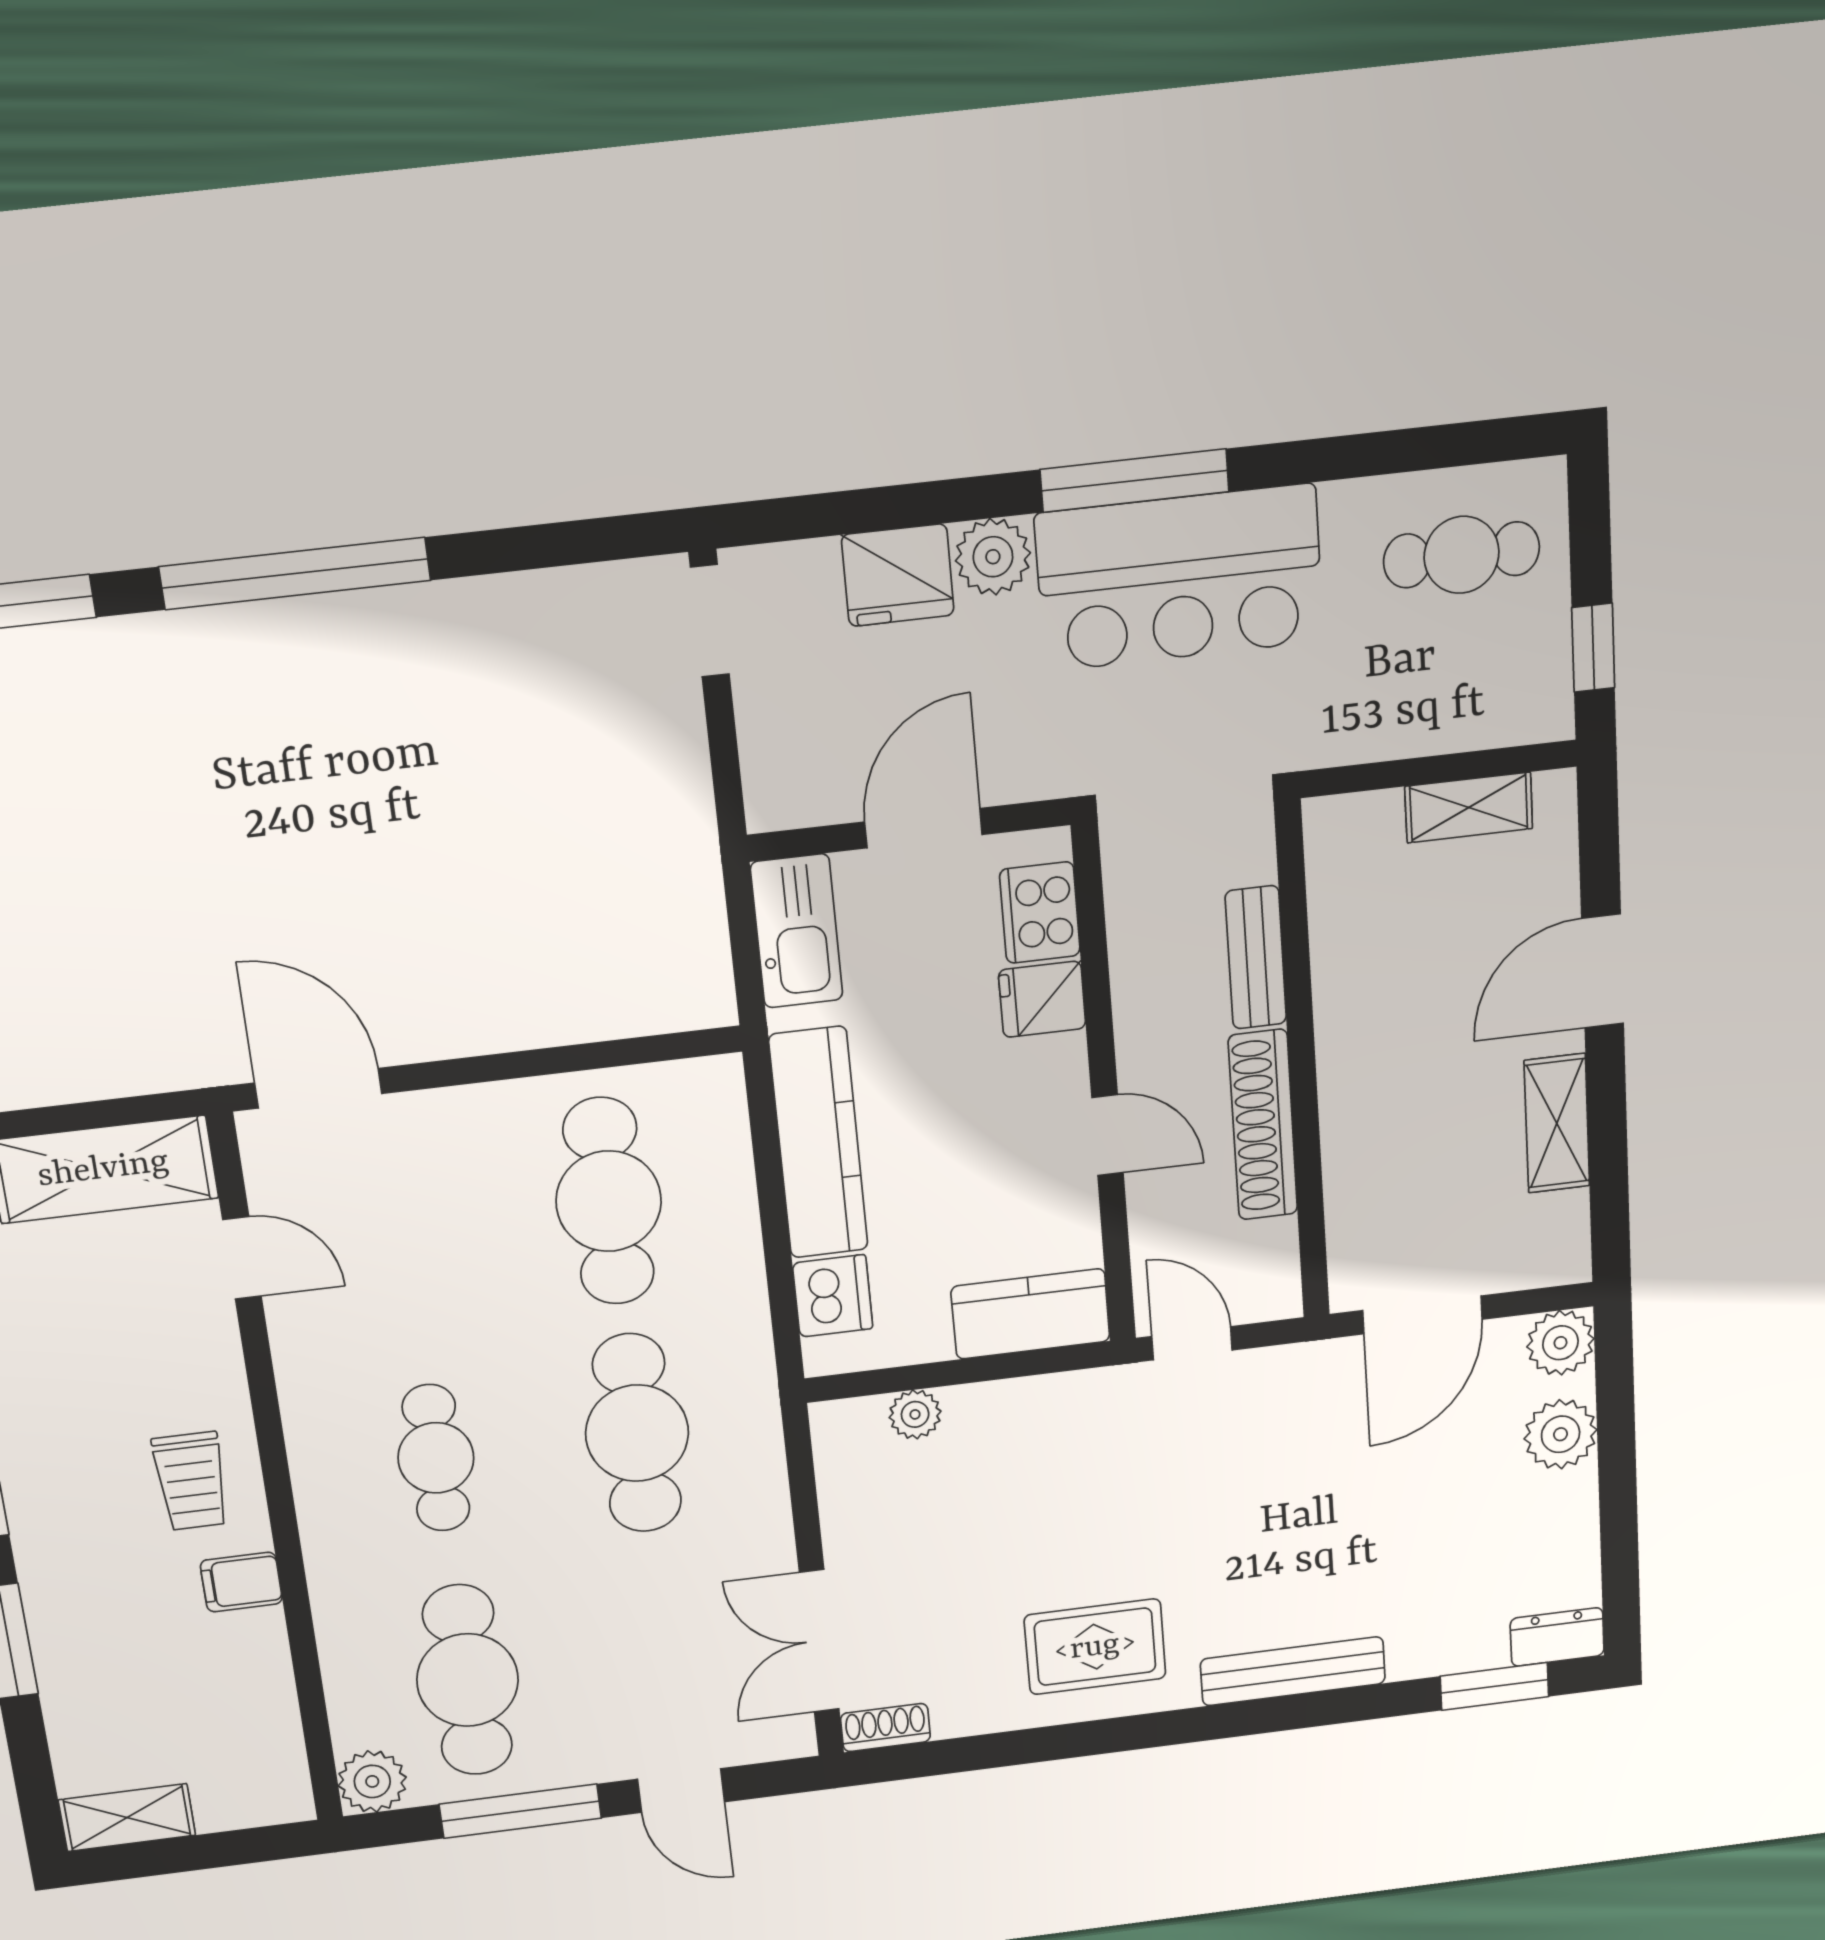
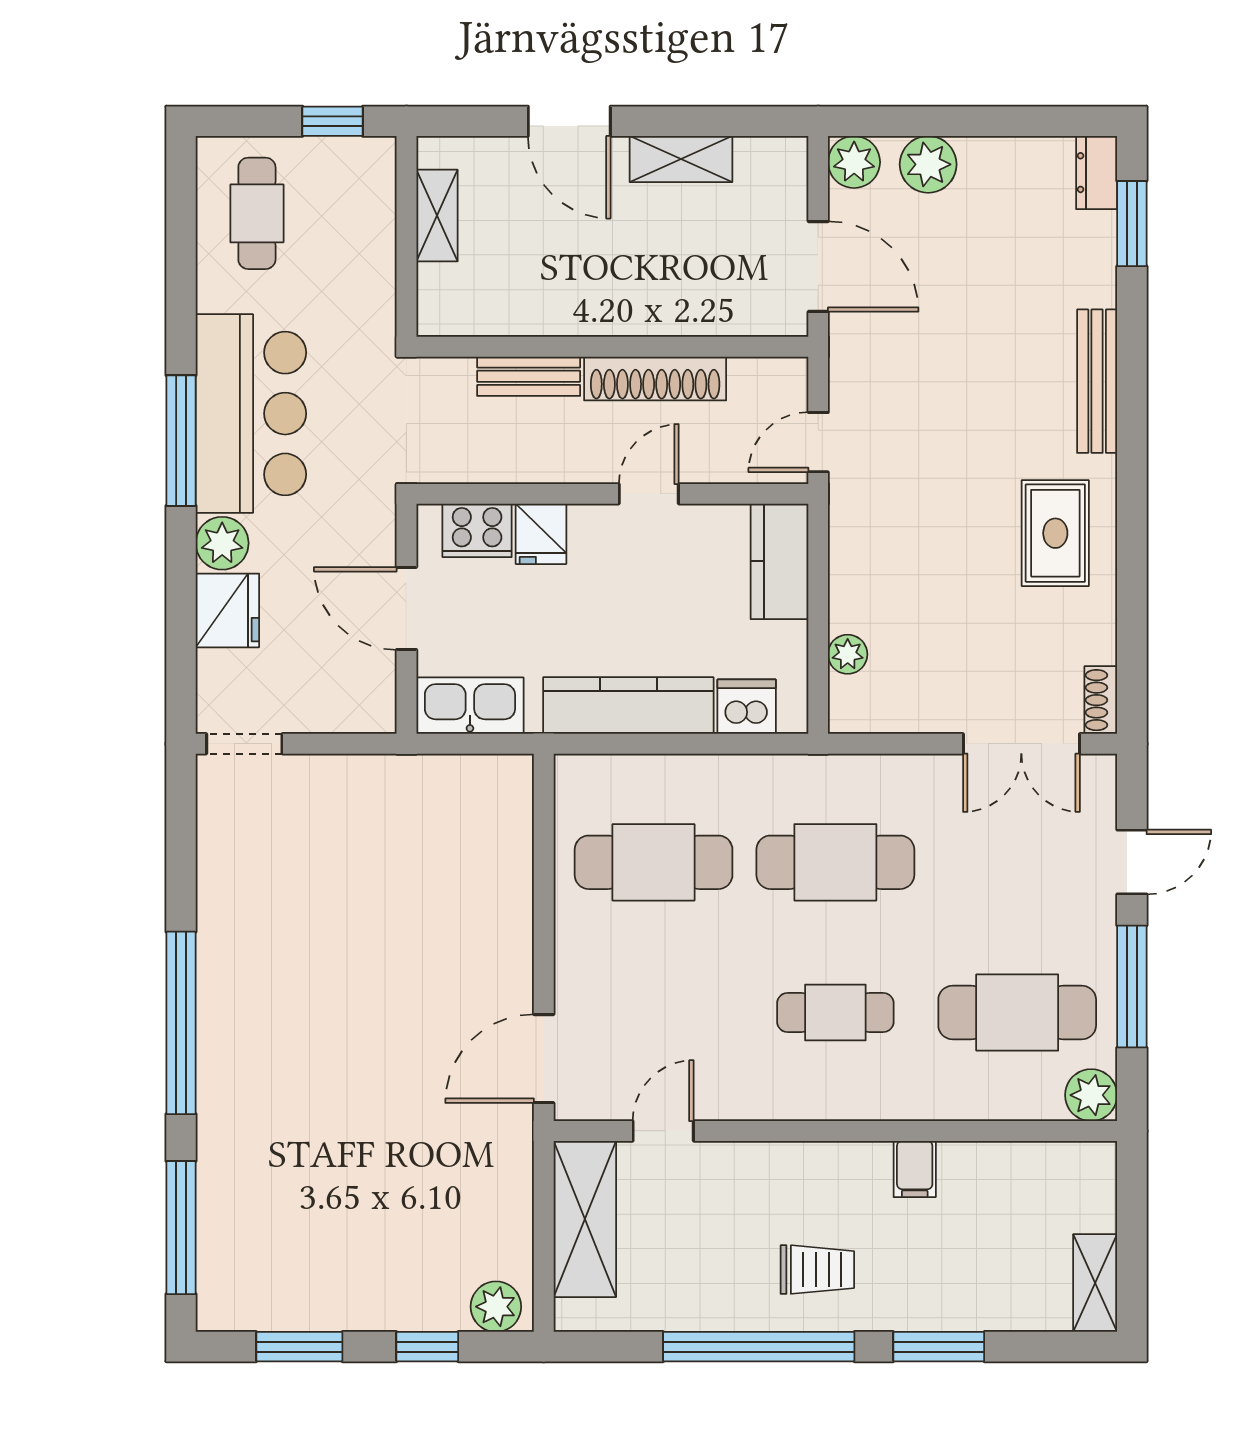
trolley: (191, 1481) -> (817, 1270), moved

